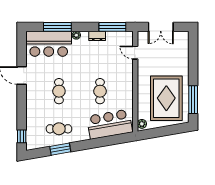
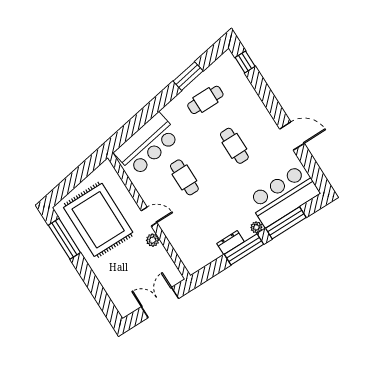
window: (112, 27) -> (244, 249), moved
door: (135, 53) -> (149, 217), moved
plant: (142, 124) -> (153, 240), moved

